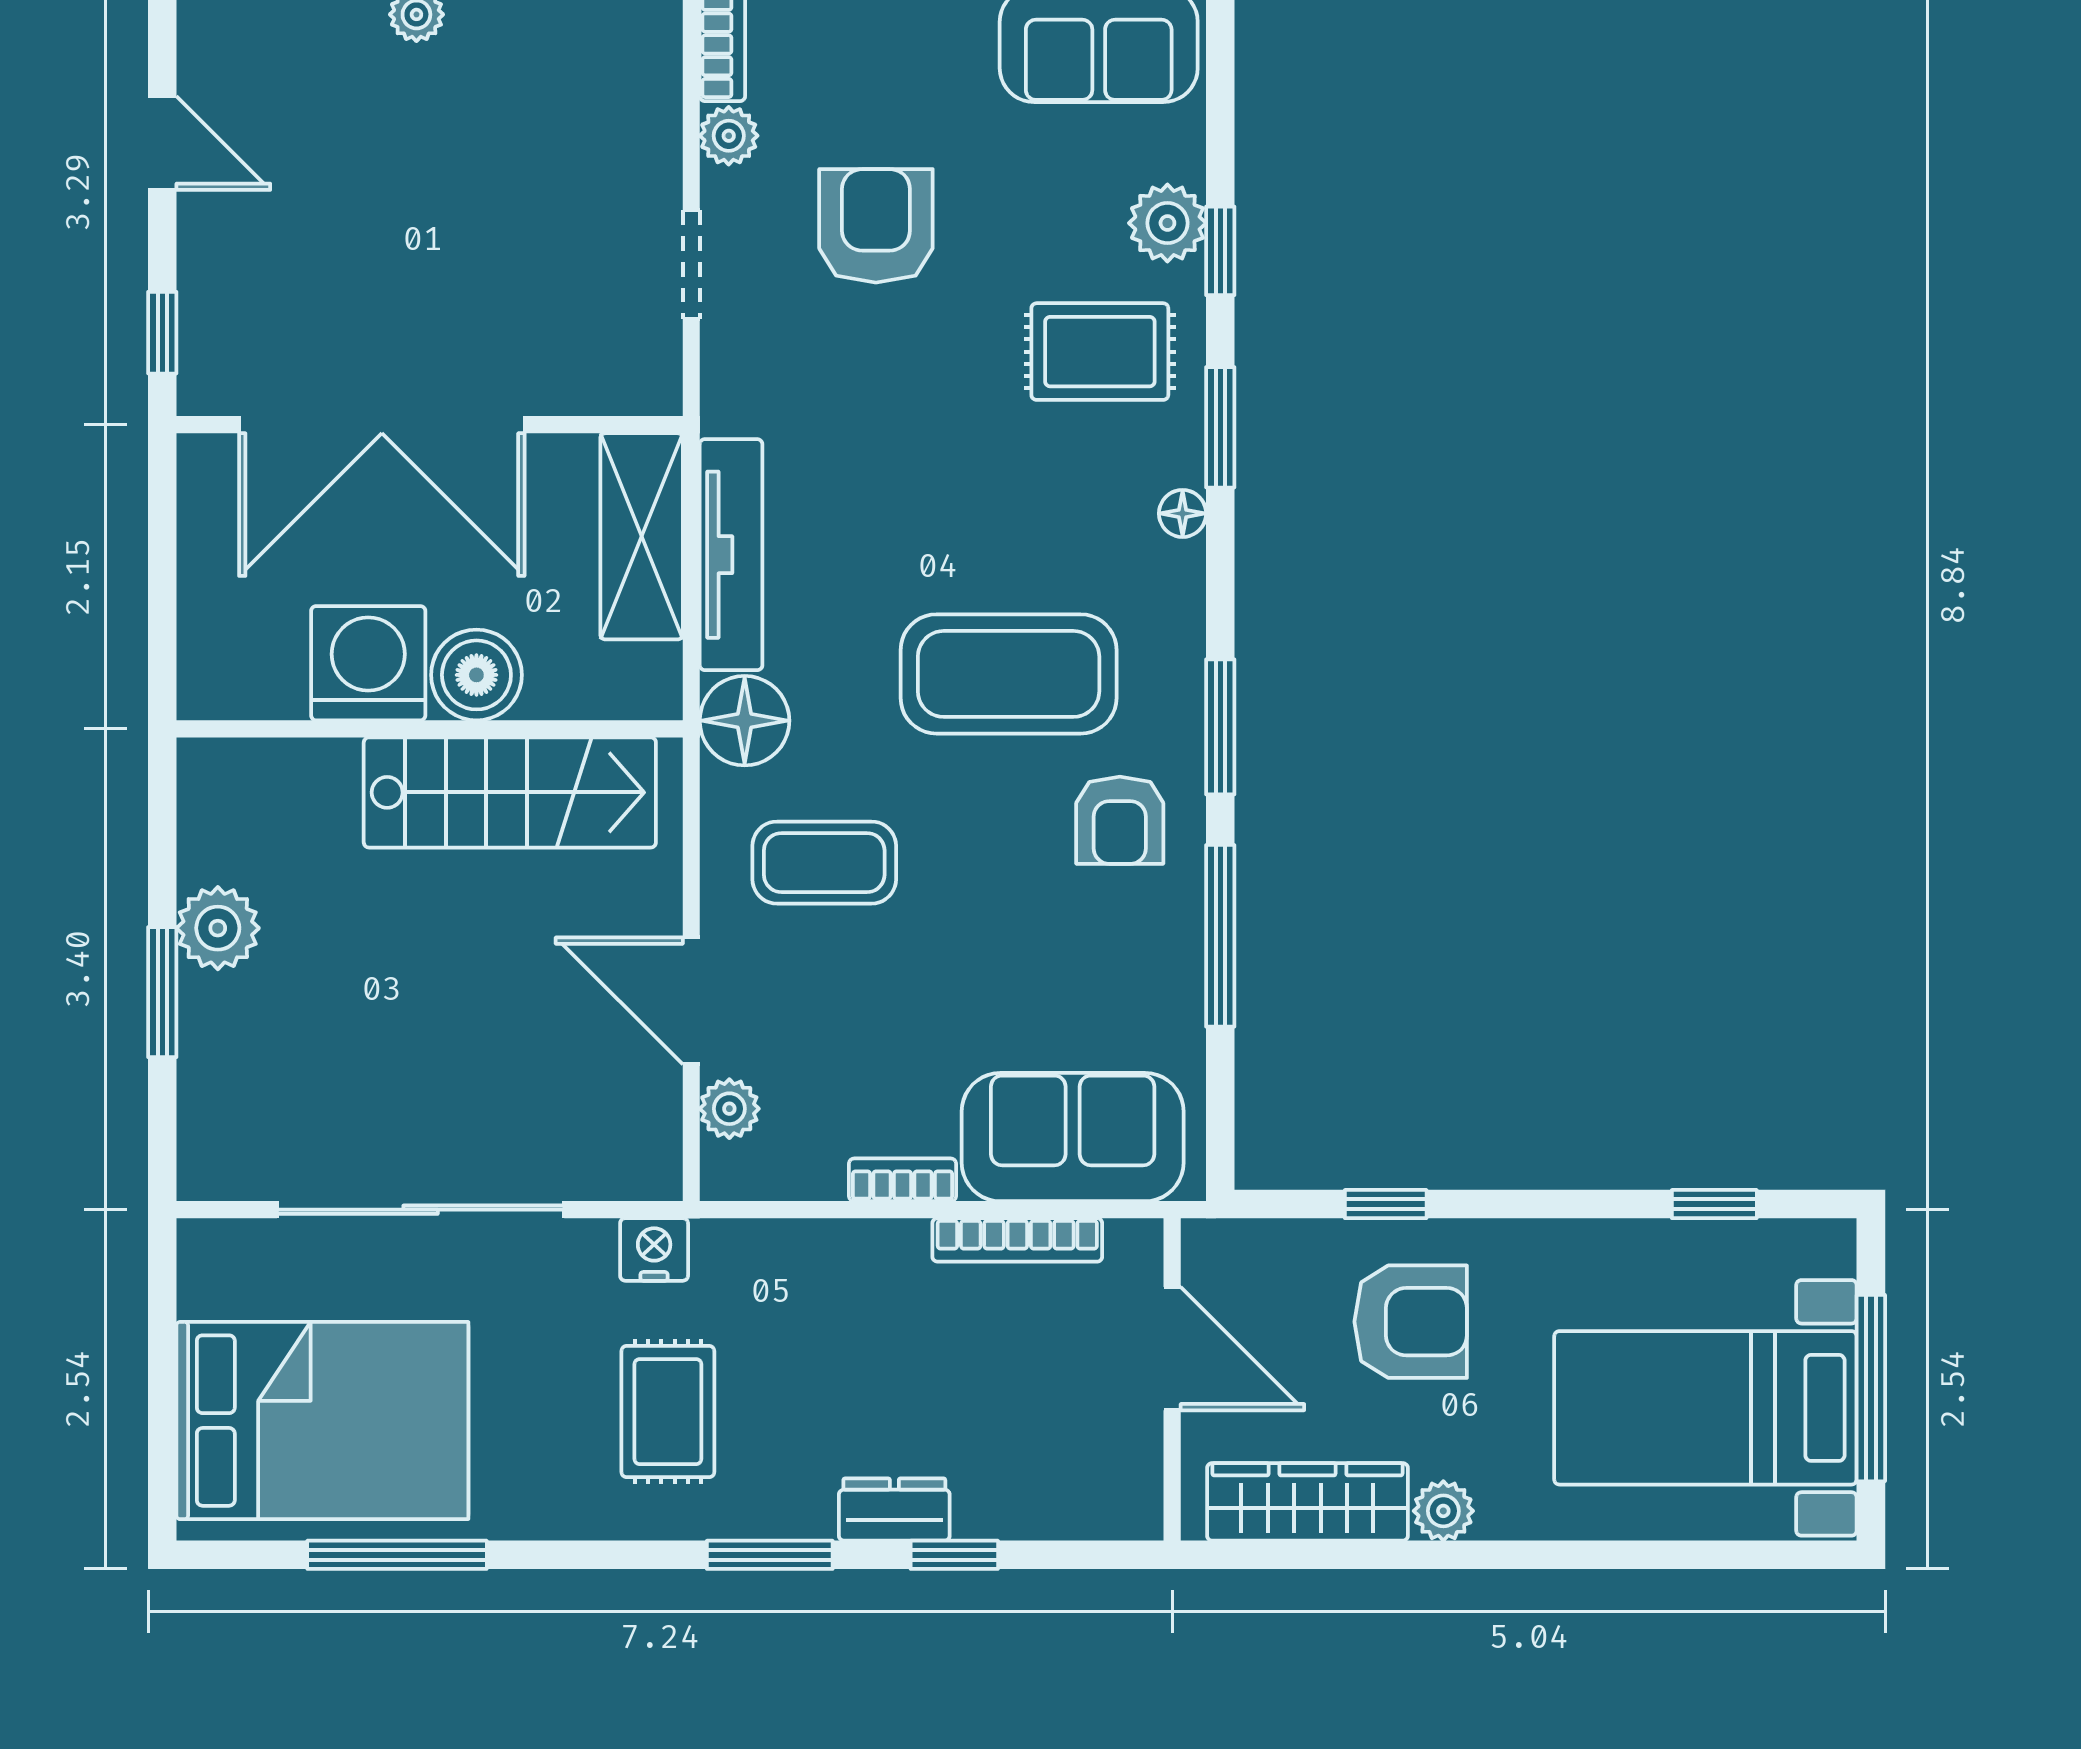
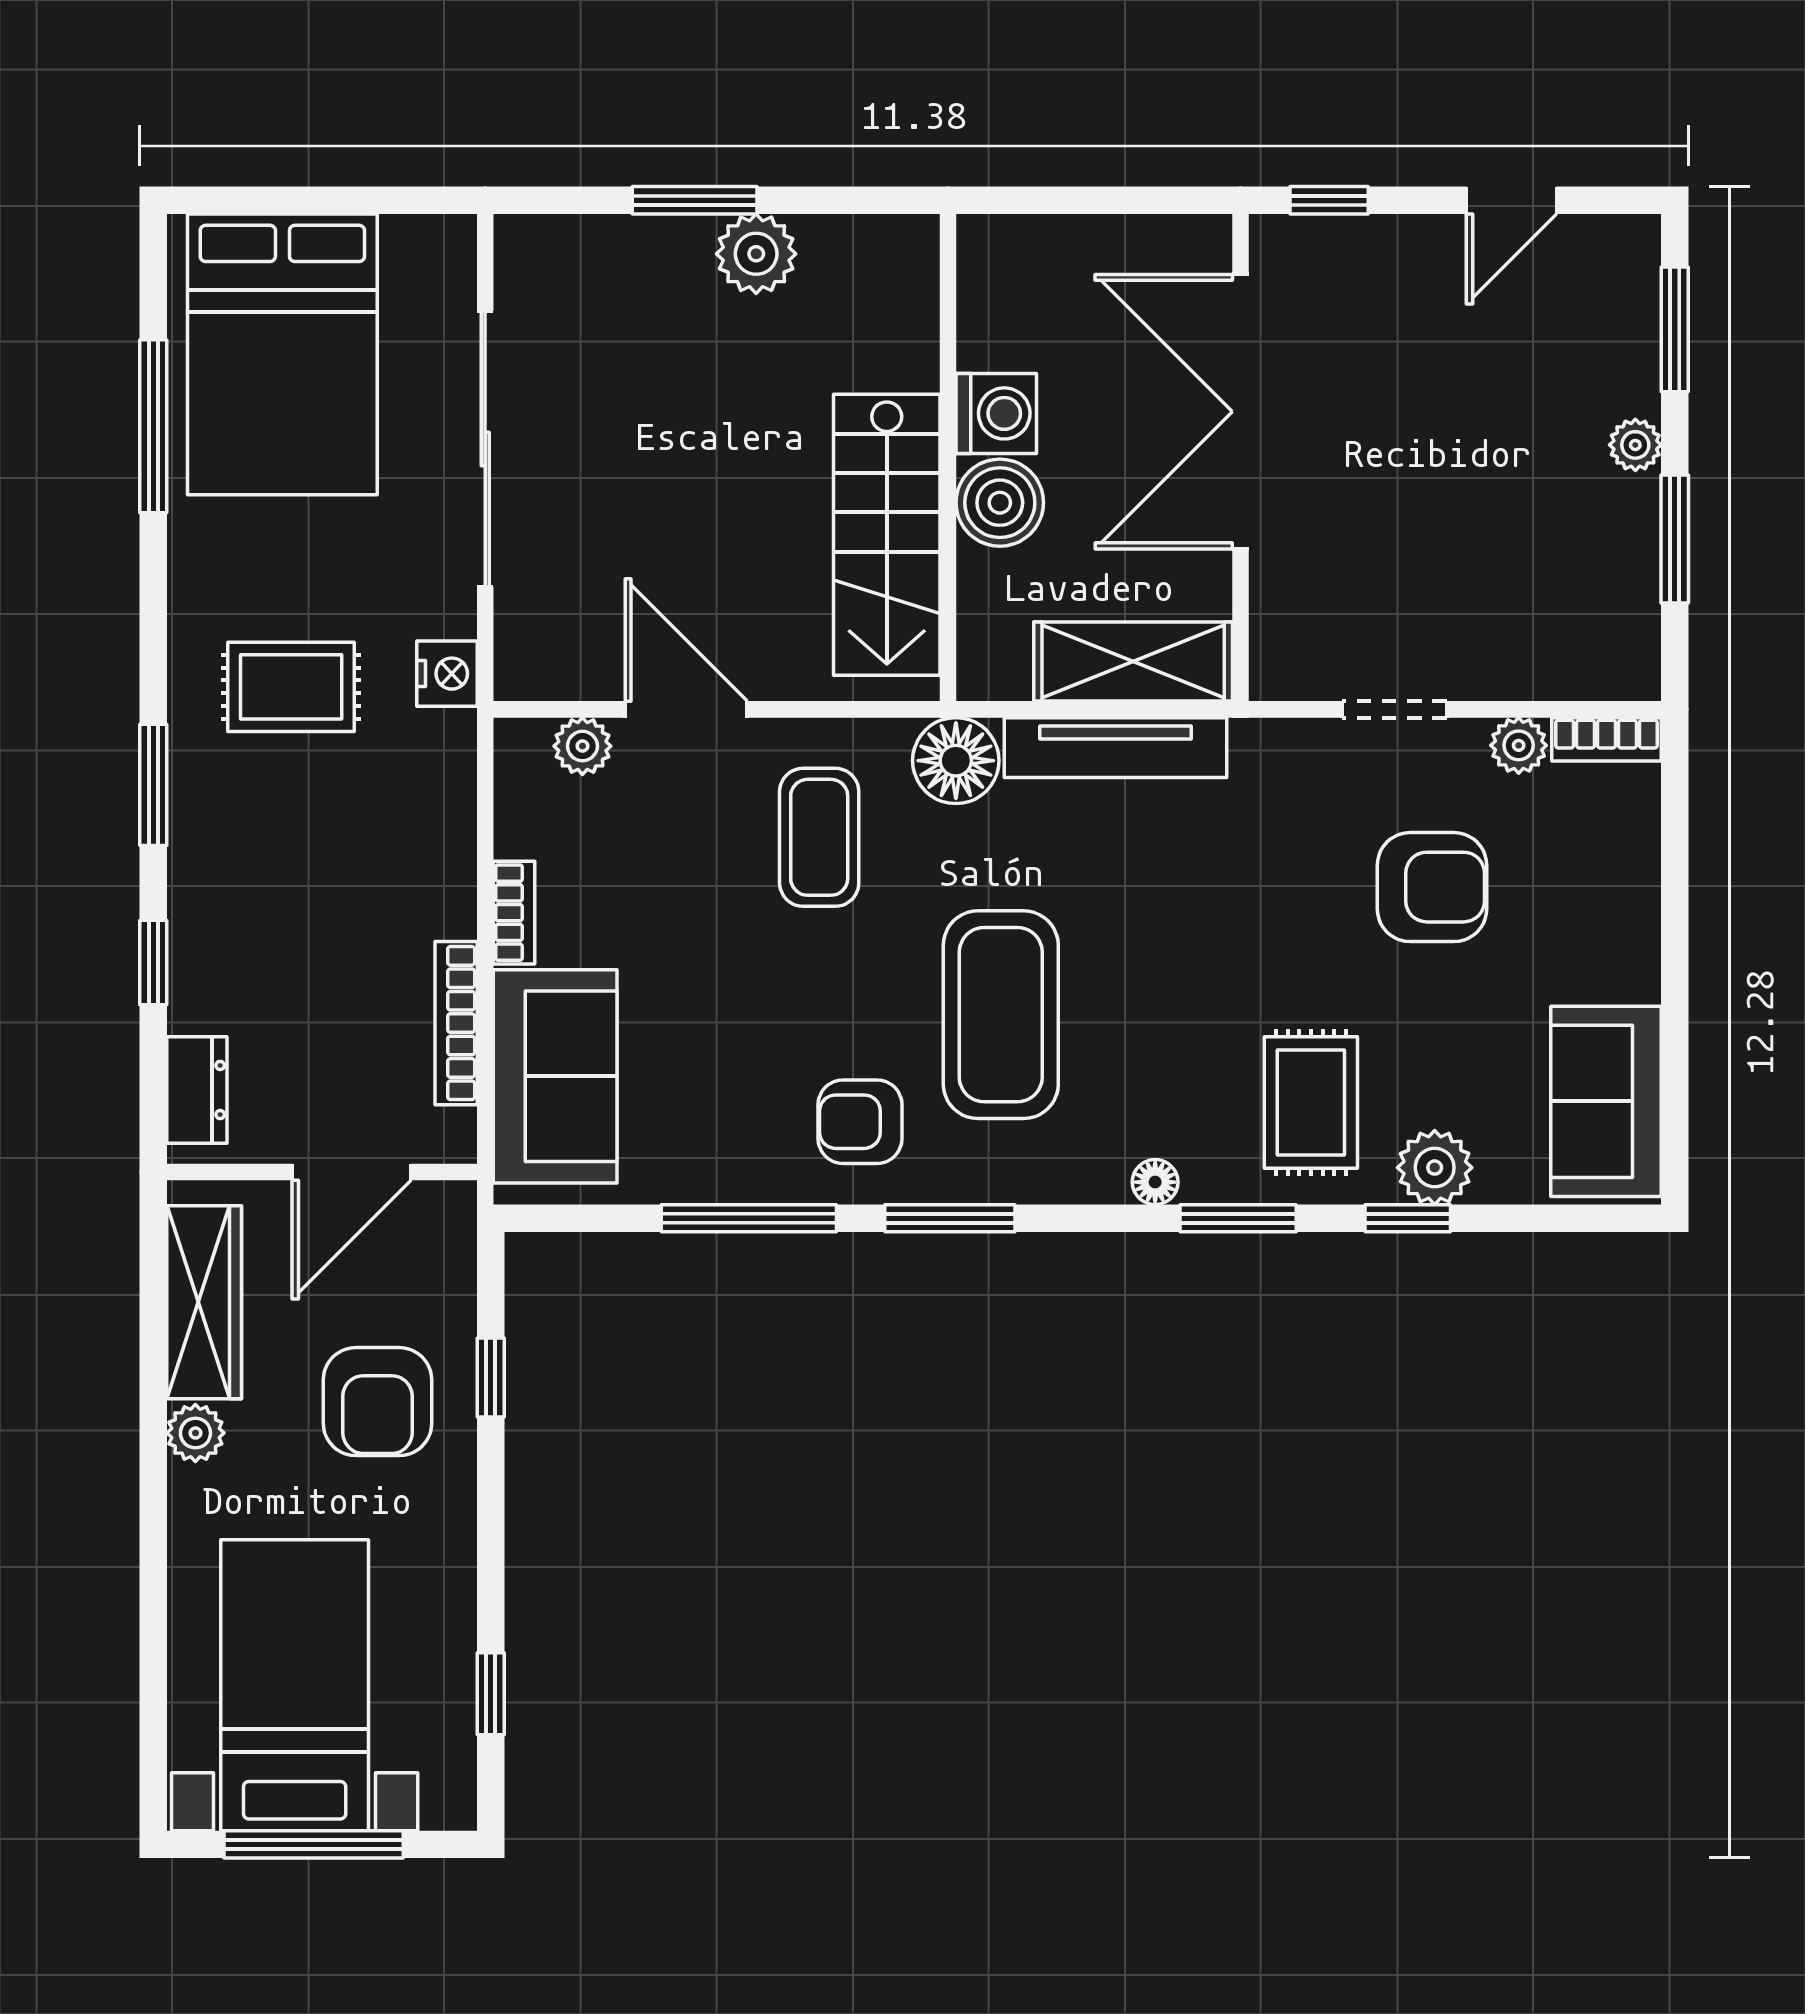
washing machine: (368, 663) -> (996, 413), width x0.73, depth x0.73
door: (691, 1001) -> (686, 709), hinge flipped
dresser: (894, 1510) -> (197, 1090), moved

